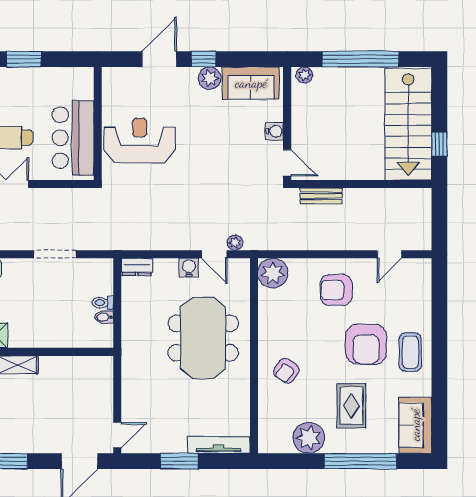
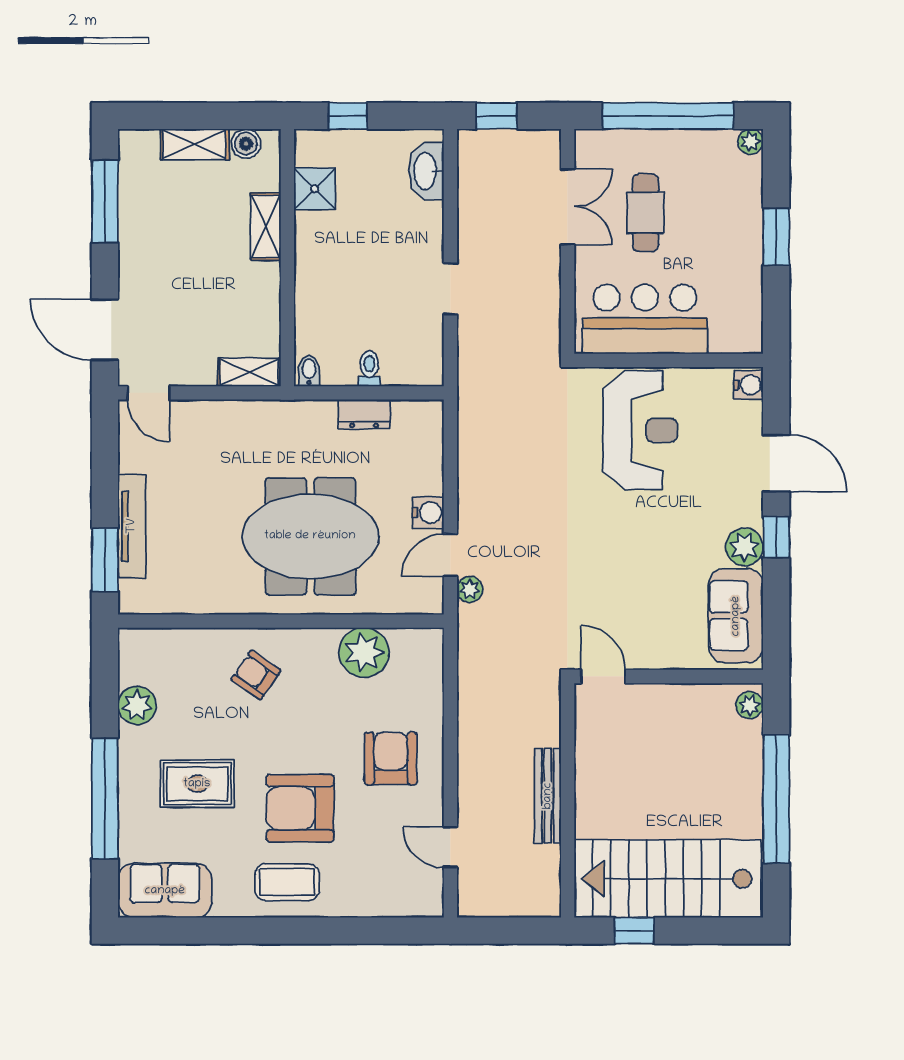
water cooler: (274, 131) -> (749, 385), moved, turned -90
door: (287, 163) -> (603, 676), swing flipped
bench: (321, 196) -> (548, 796), moved, width x1.36
doorway: (55, 254) -> (450, 289), width x0.73
dresser: (137, 267) -> (364, 414), moved, turned -90
plant: (273, 273) -> (364, 653), moved
bidet: (104, 317) -> (309, 371), moved
shelving: (105, 375) -> (249, 372), added
plant: (309, 438) -> (137, 706), width x0.73, depth x0.73
tv unit: (219, 445) -> (132, 526), moved
window: (179, 461) -> (105, 560), moved

